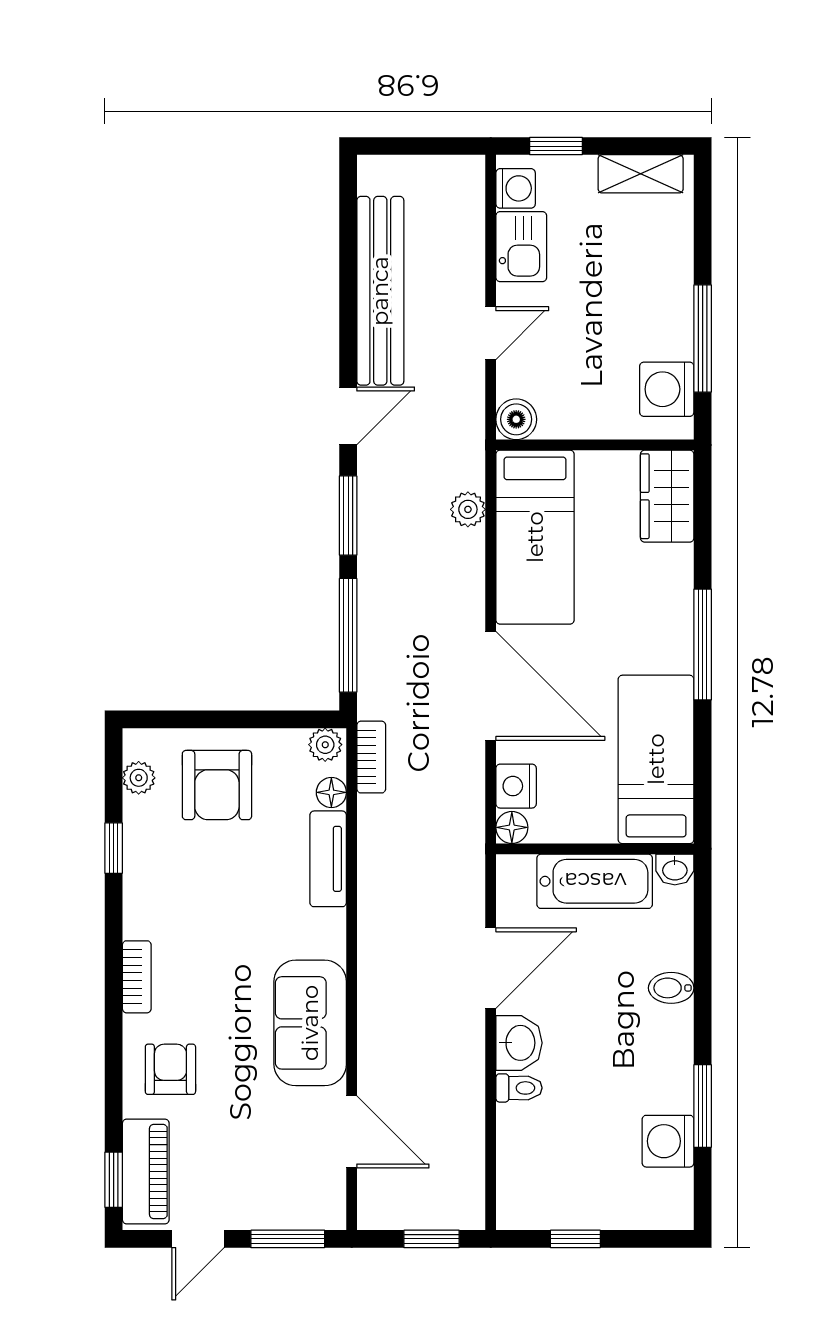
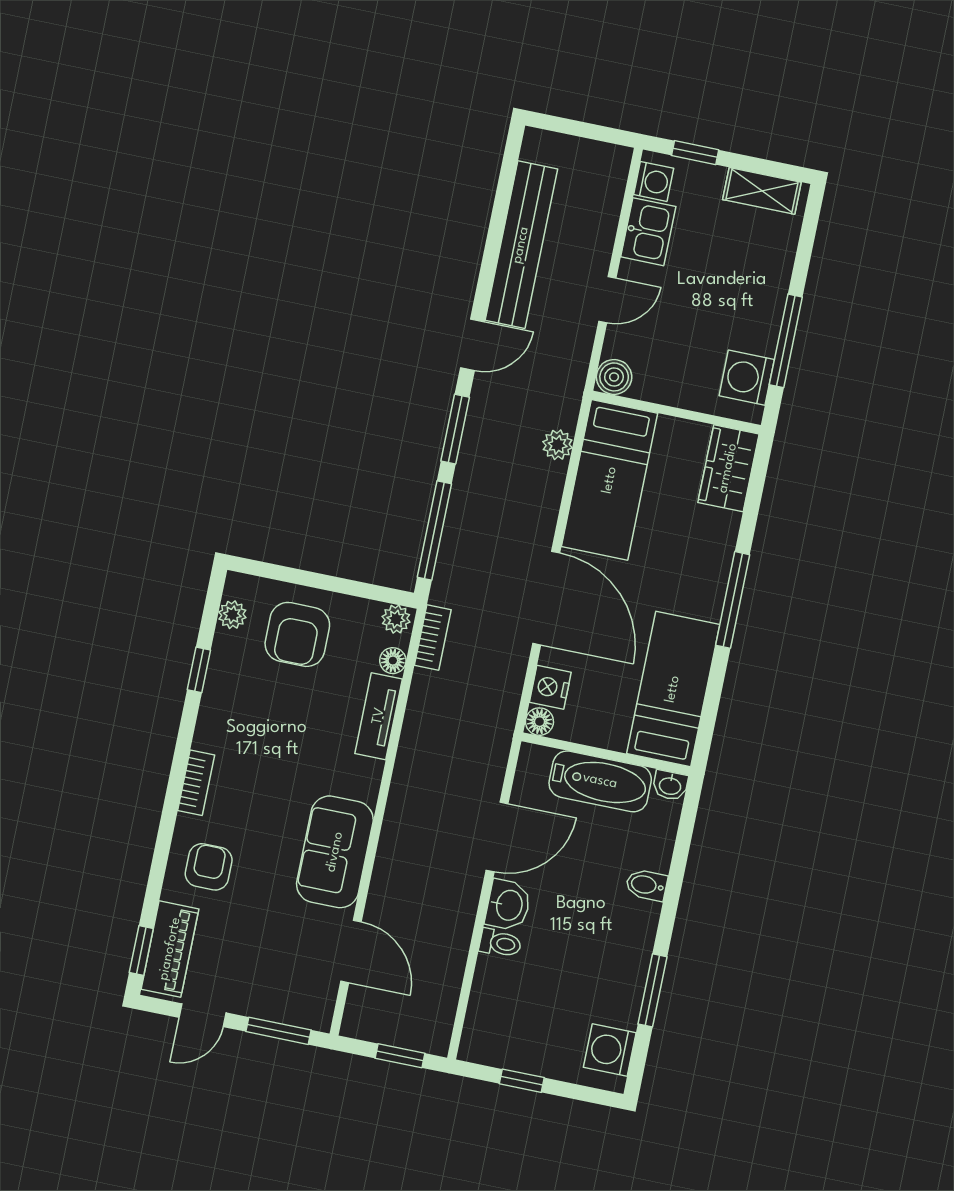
washing machine: (668, 1141) -> (610, 1050), moved

